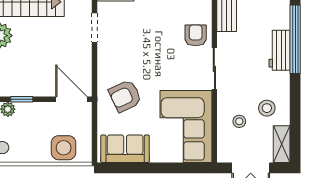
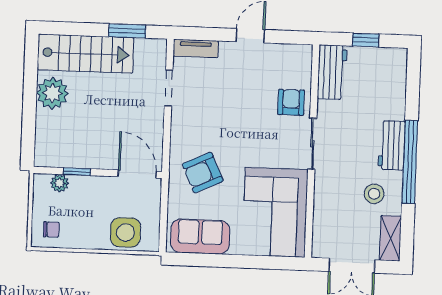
window: (295, 39) -> (410, 162), moved
workbench: (280, 50) -> (391, 145), moved
stool: (239, 121) -> (340, 209), removed

